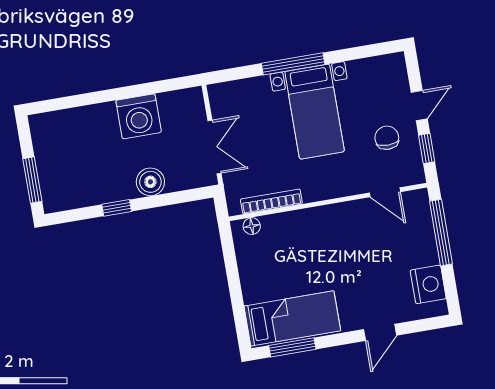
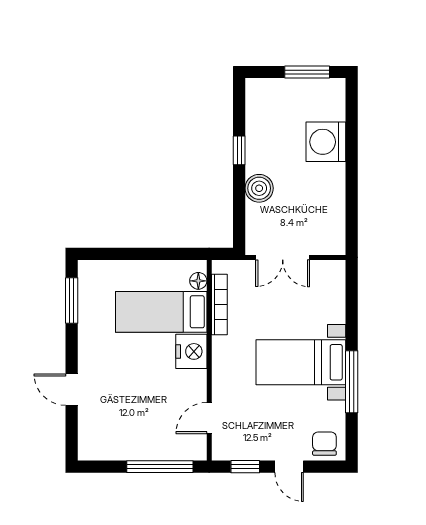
window: (293, 64) -> (352, 382), moved
washing machine: (139, 116) -> (326, 142), moved
chair: (387, 138) -> (324, 444), moved, turned -90
window: (32, 180) -> (307, 72), moved
nightstand: (428, 284) -> (191, 351), moved, turned -90
bed: (292, 318) -> (161, 312), moved, turned 90

